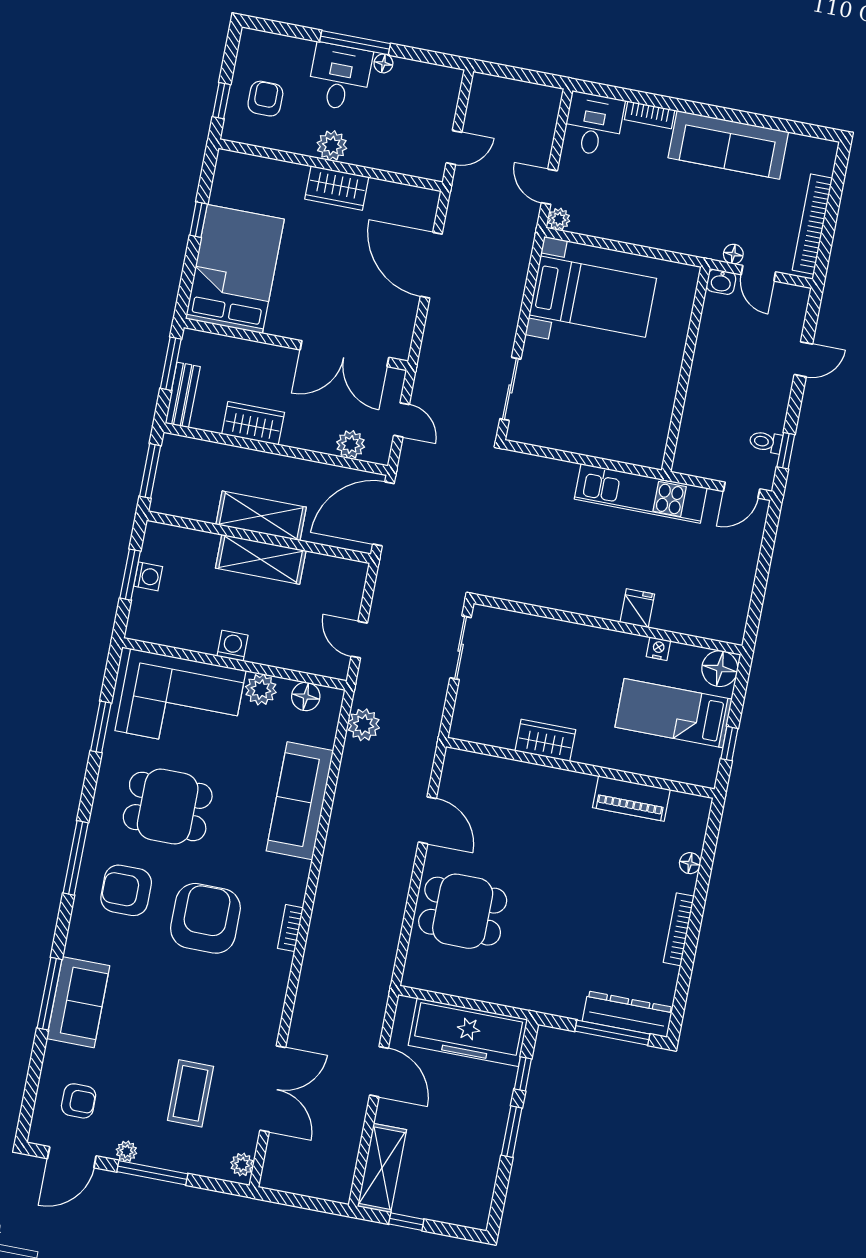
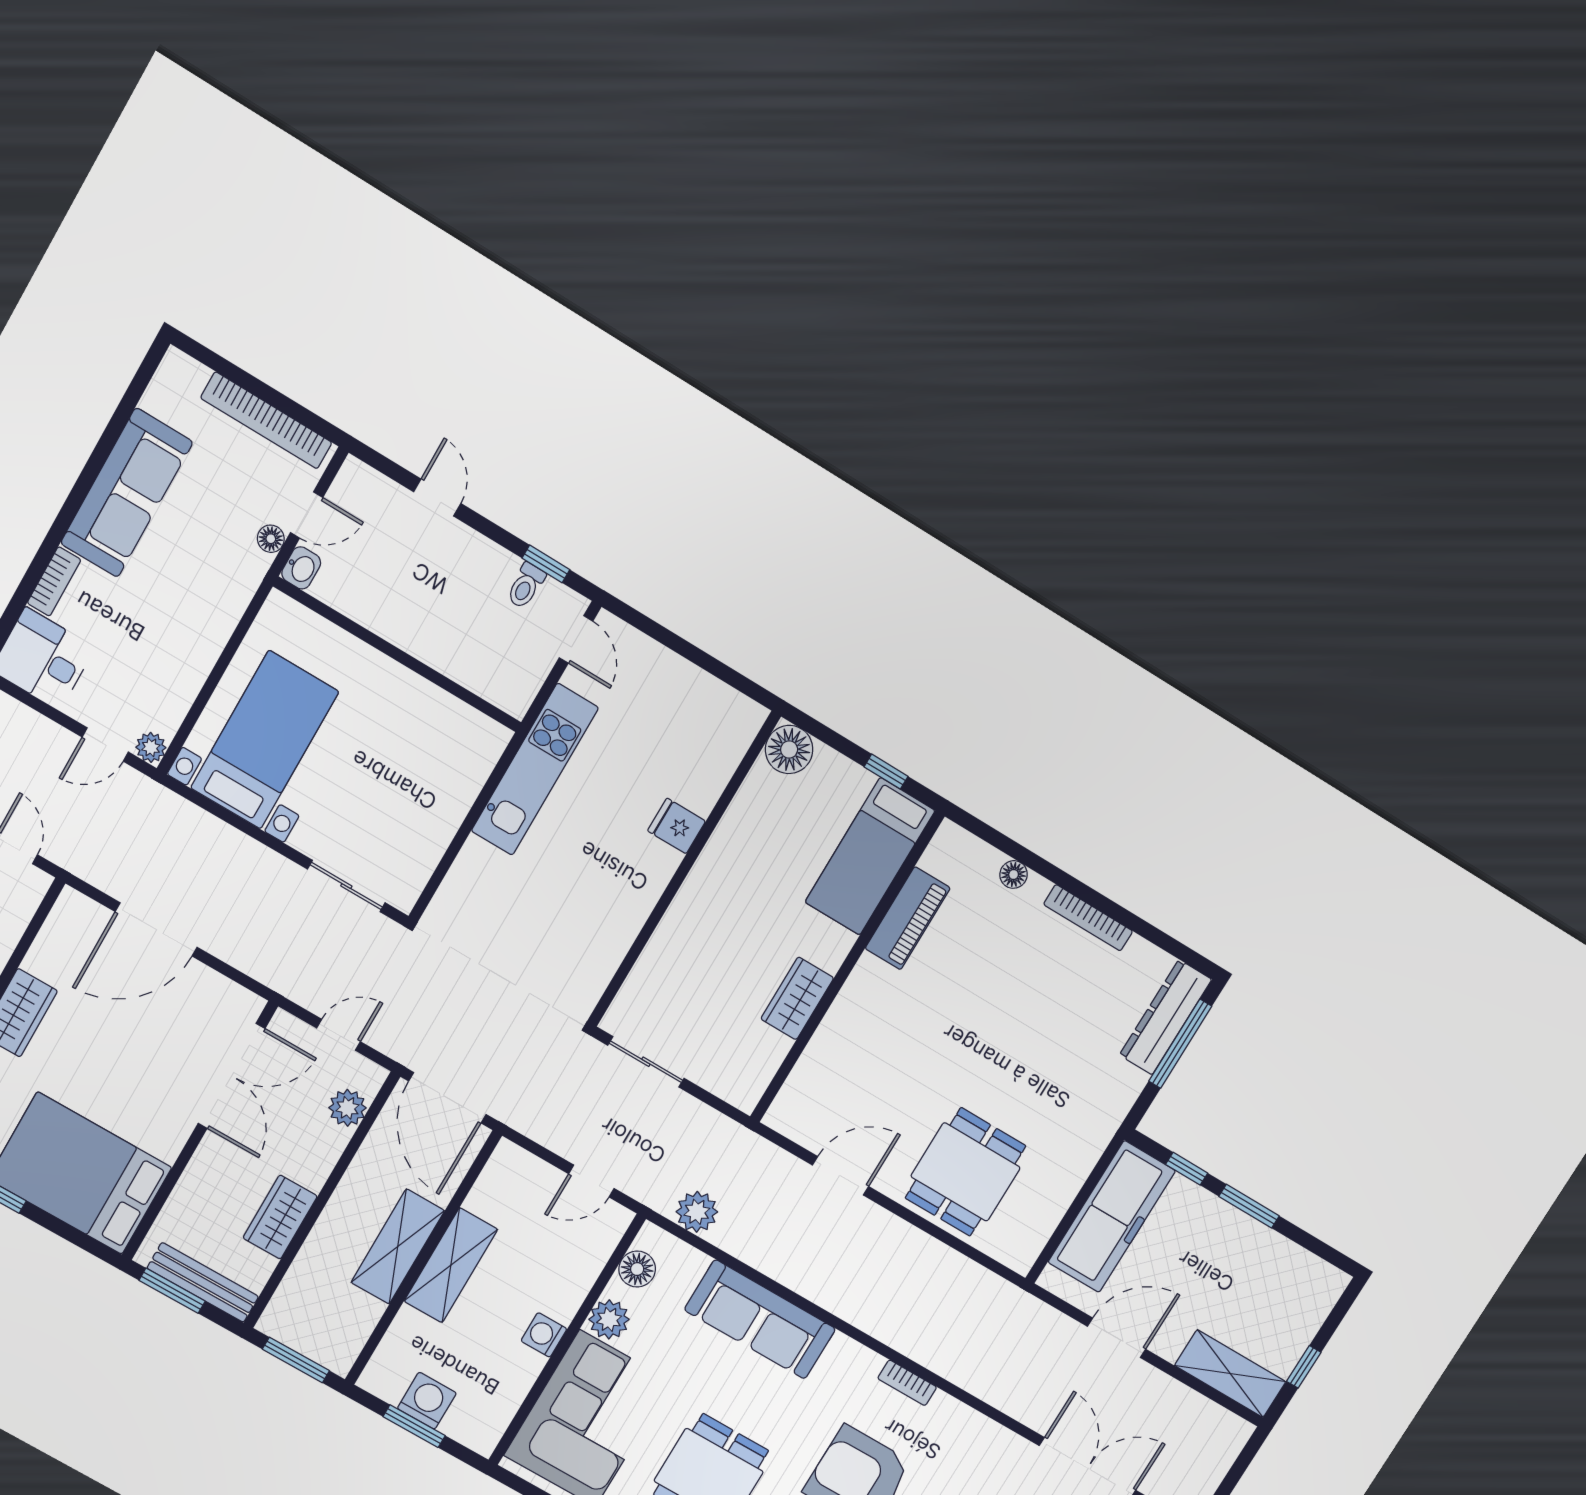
bench: (183, 395) -> (203, 1282), width x1.36
washing machine: (148, 576) -> (427, 1401), width x1.38, depth x1.38
nightstand: (658, 649) -> (736, 818), removed
bed: (674, 713) -> (870, 856), moved

